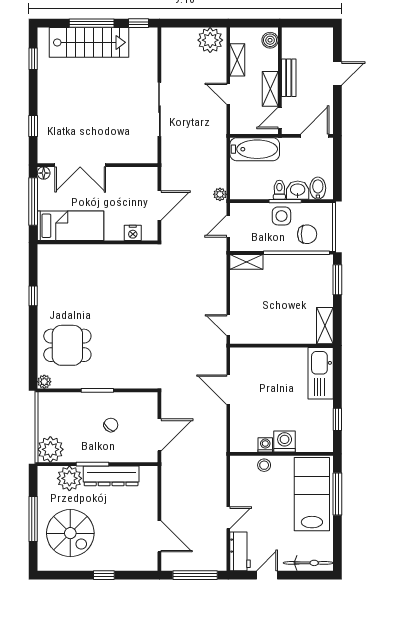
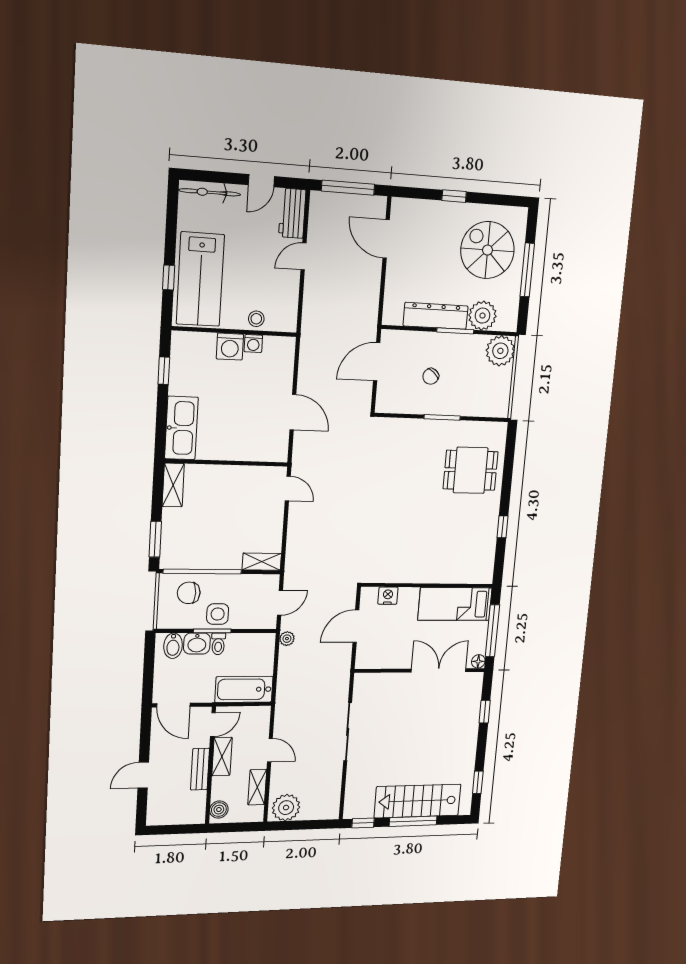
door: (315, 136) -> (173, 705), hinge flipped
plant: (44, 382) -> (500, 430), removed
window: (337, 494) -> (169, 277), width x0.46

